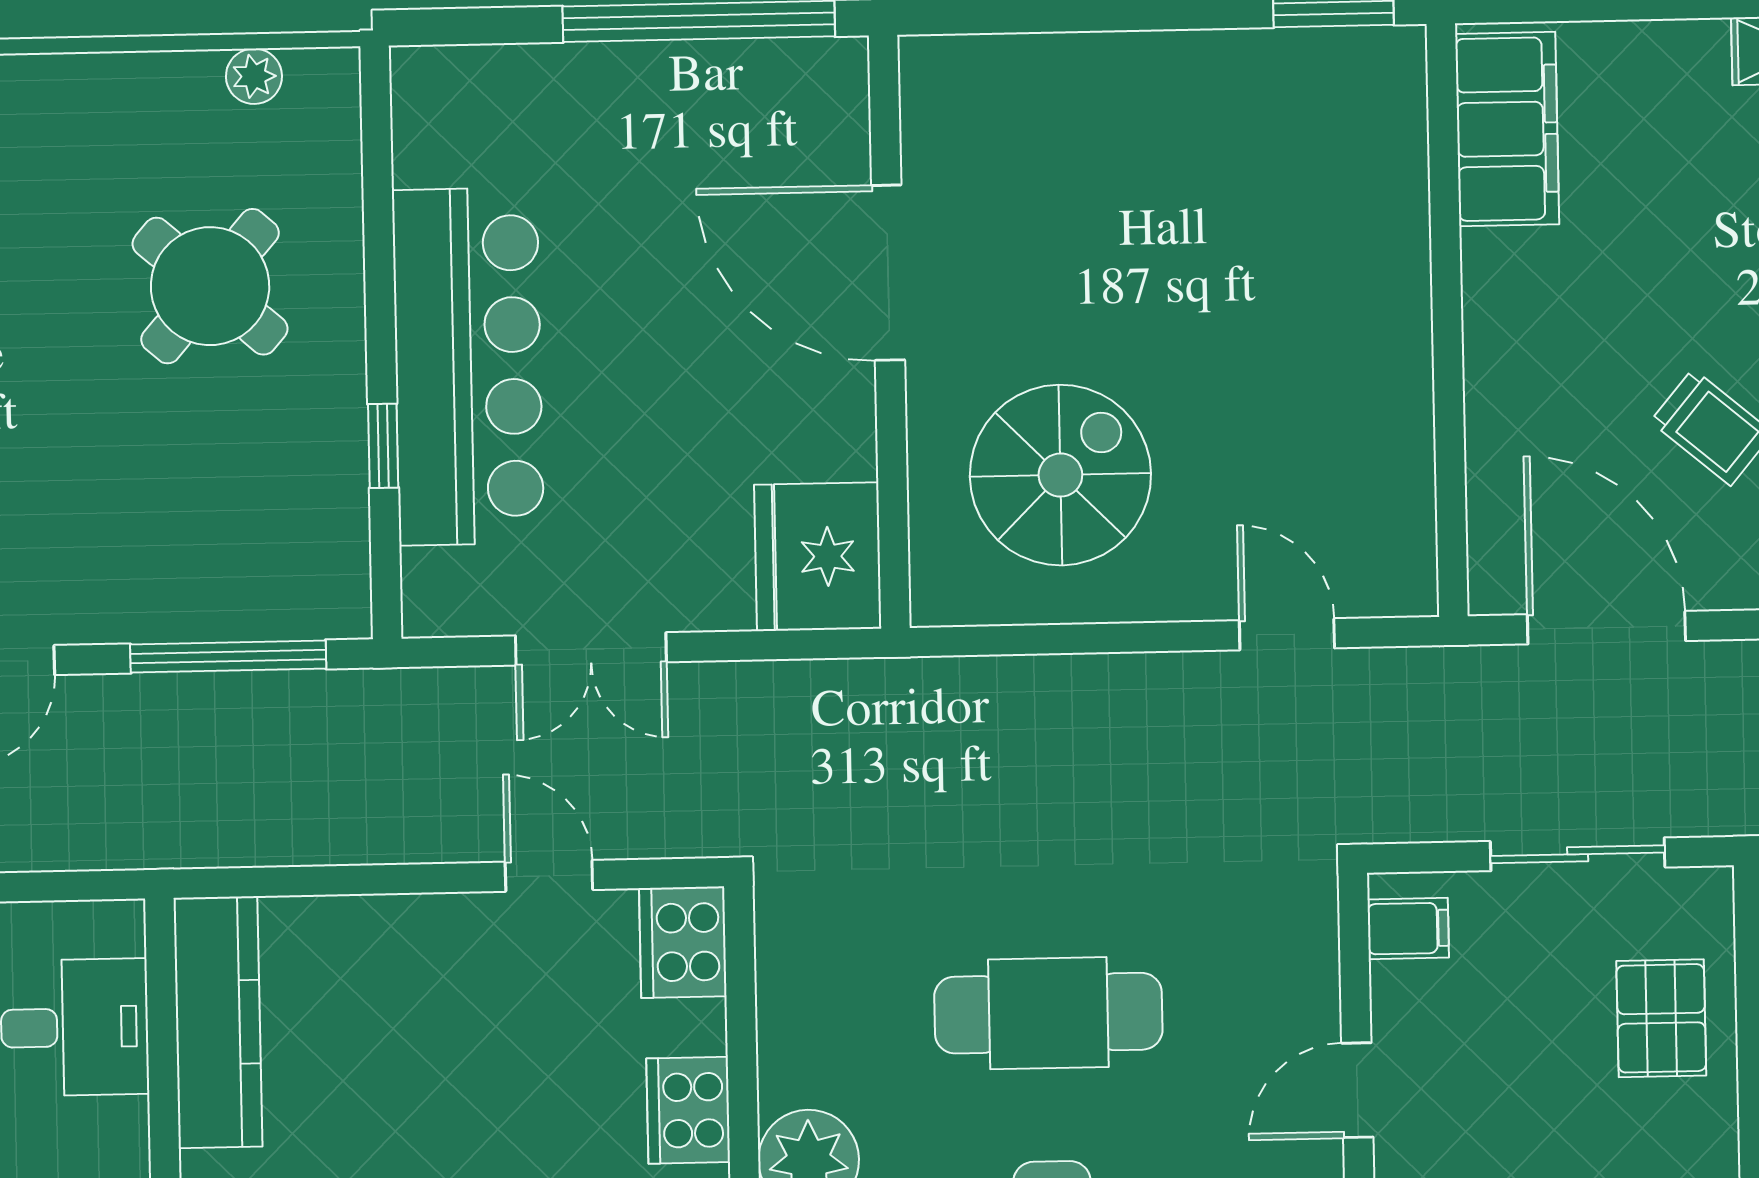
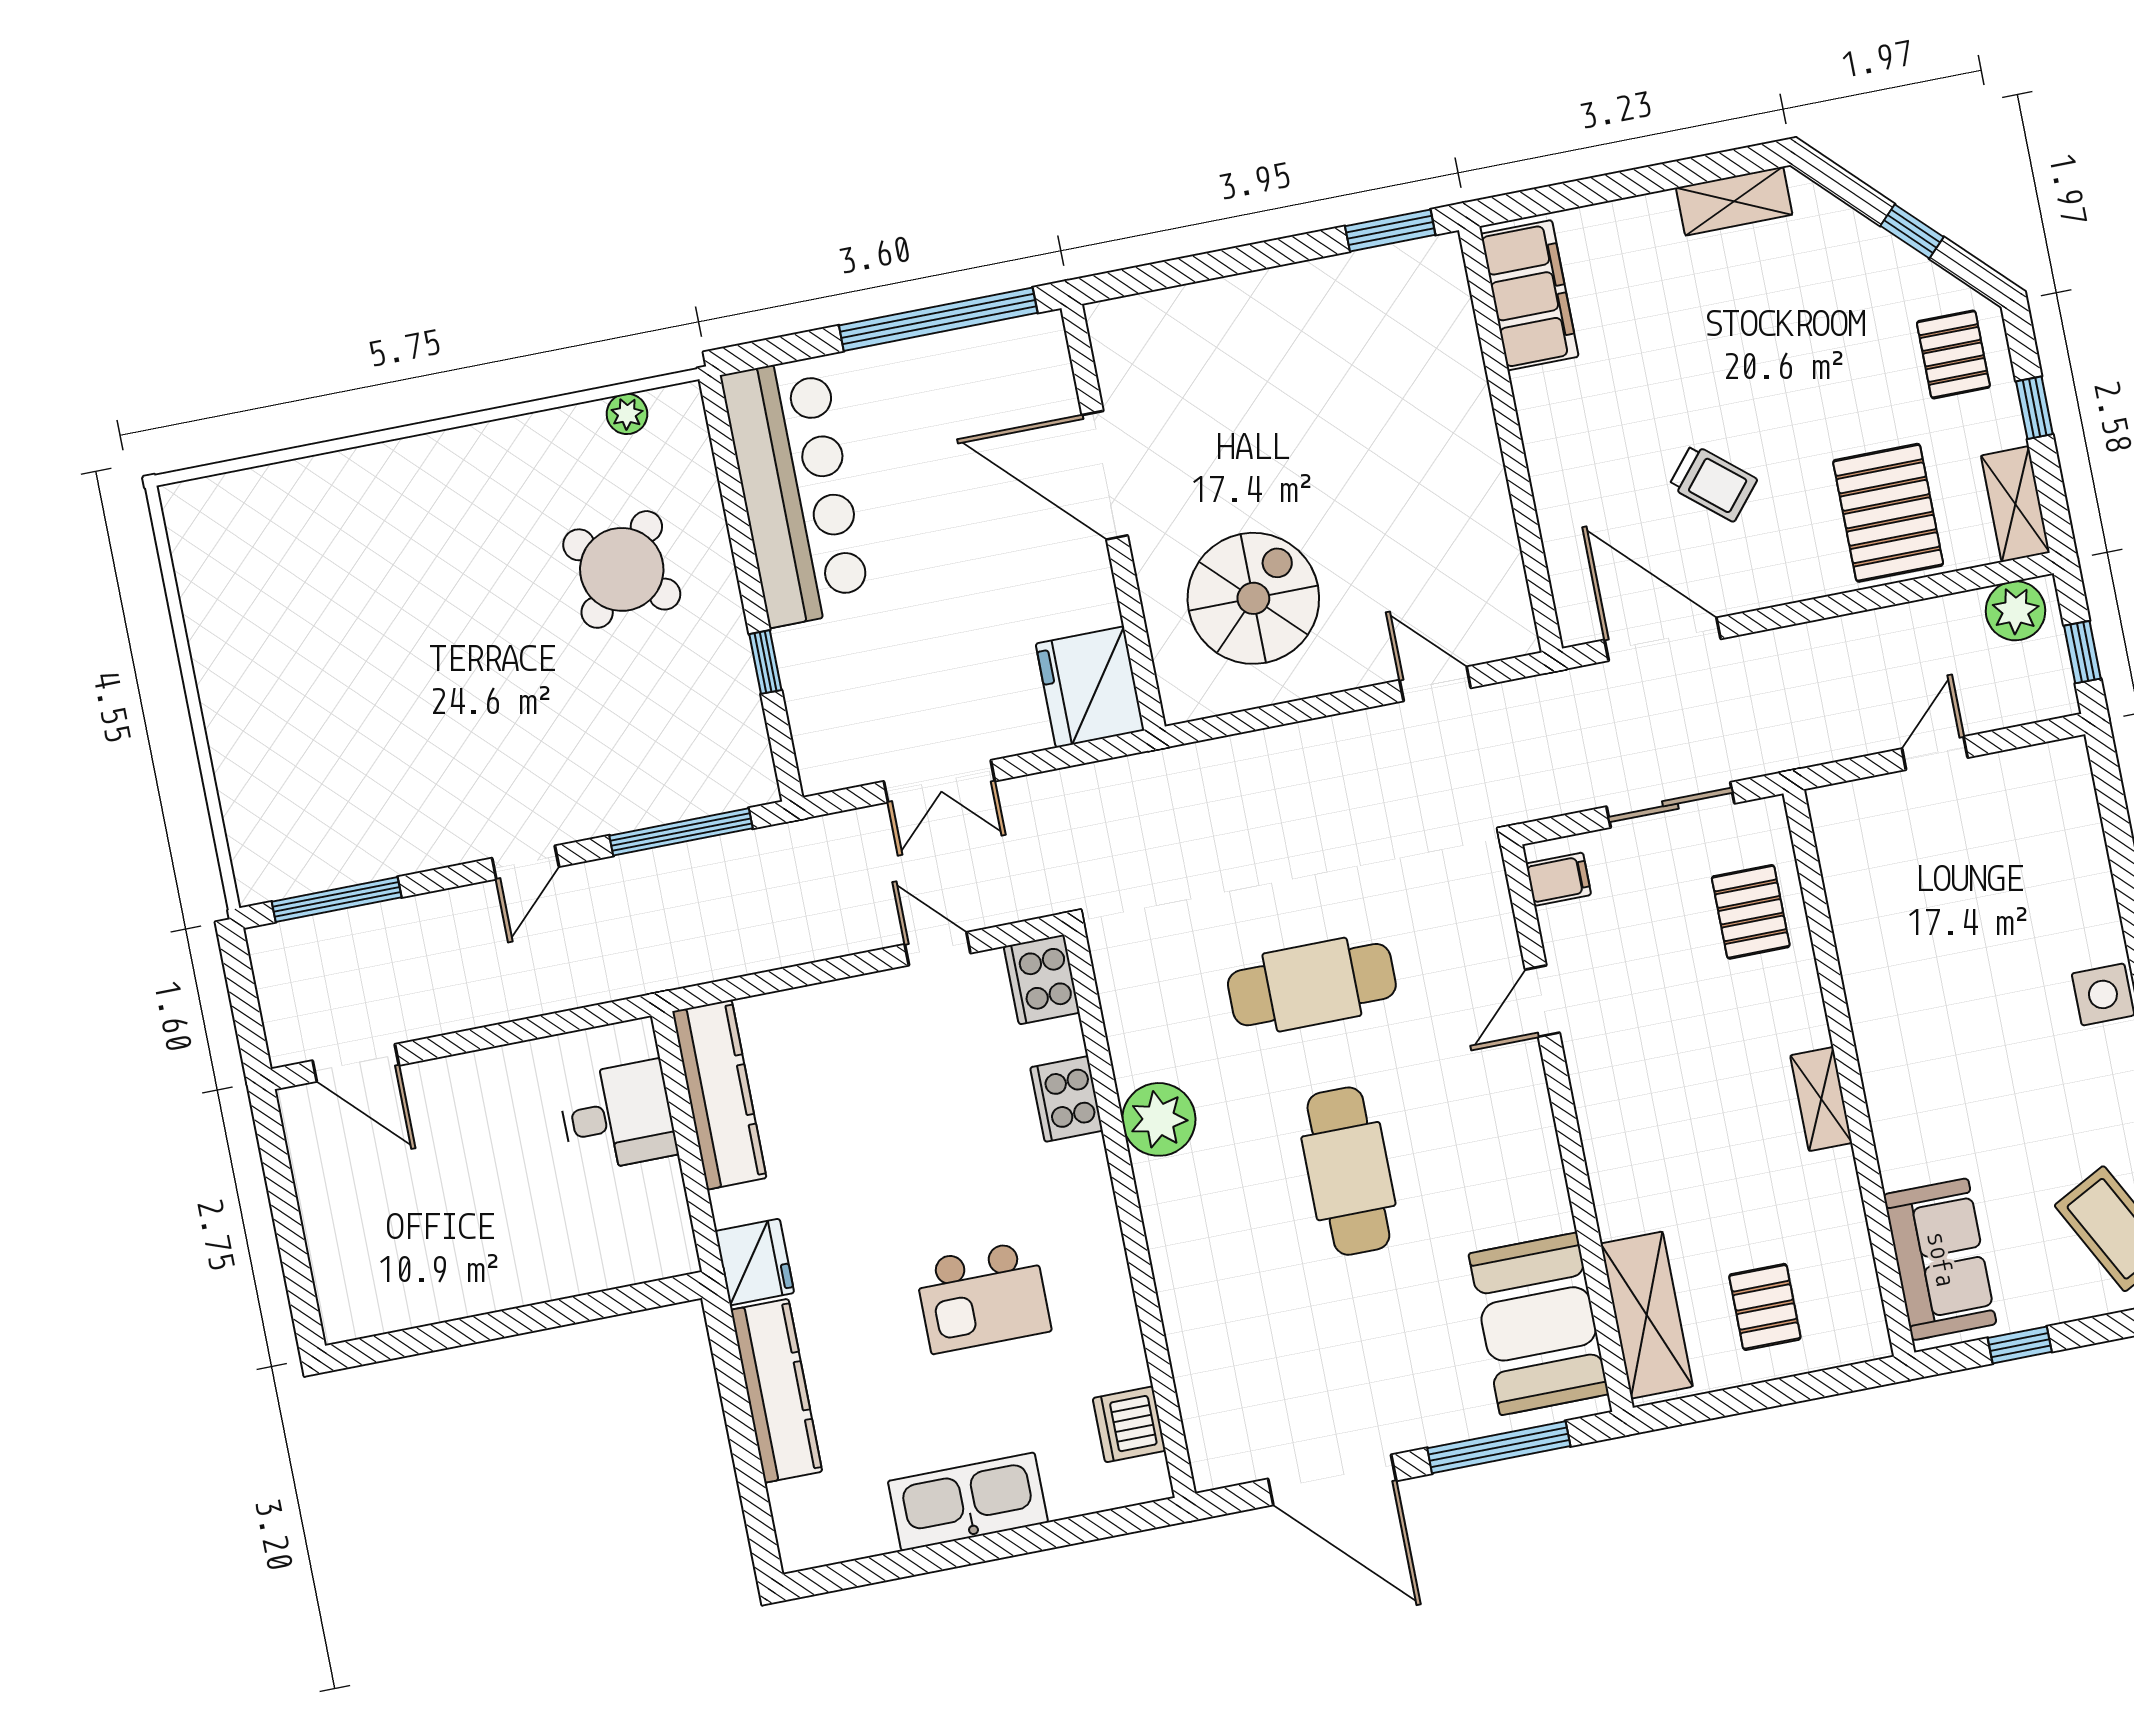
bar counter: (468, 366) -> (796, 492), moved

